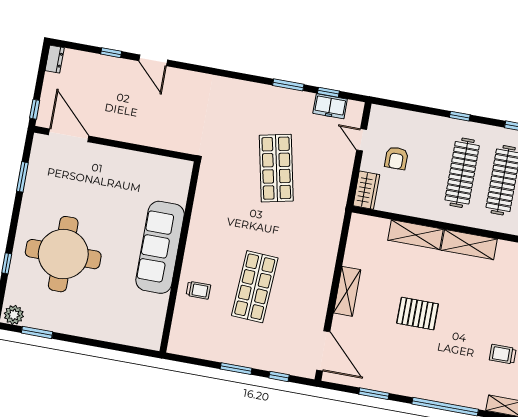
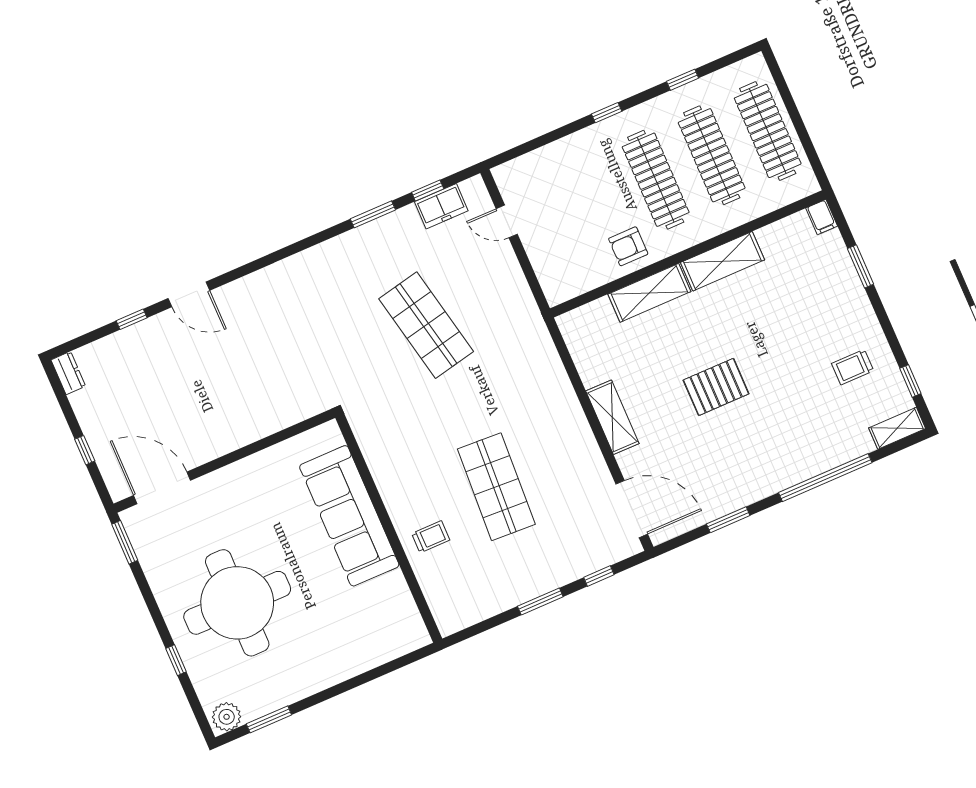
door: (69, 135) -> (162, 488), moved
wall: (115, 144) -> (224, 461), moved
armchair: (396, 158) -> (628, 246), moved, turned 90
wardrobe: (366, 190) -> (553, 279), removed

